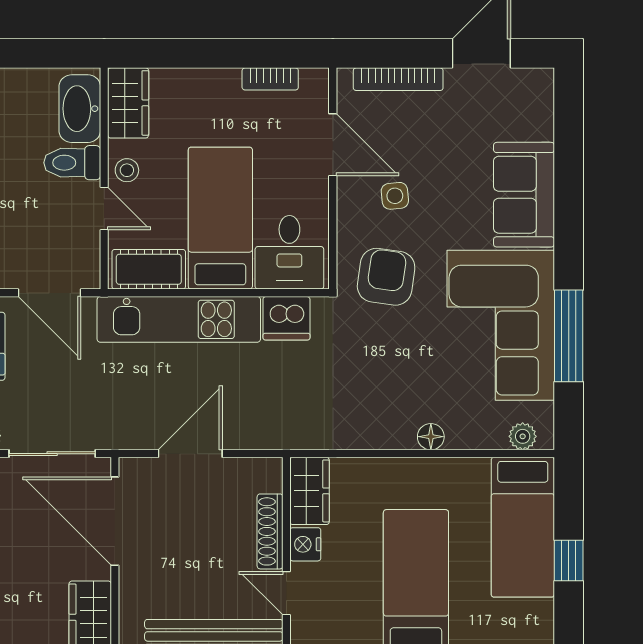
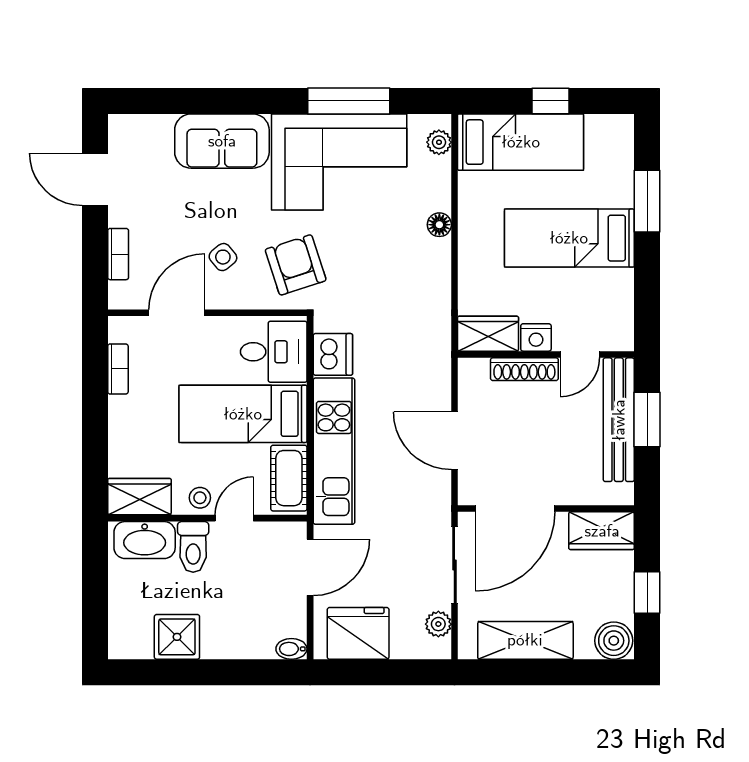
bookcase: (398, 79) -> (118, 254), width x0.64
side table: (395, 196) -> (223, 257), turned -33
armchair: (386, 277) -> (296, 265), turned 64

